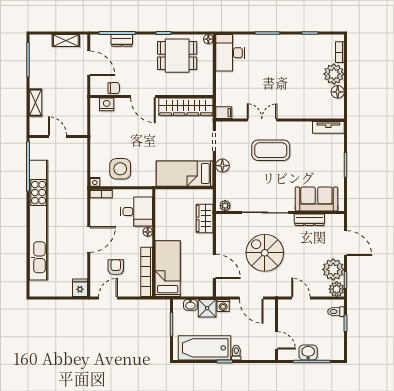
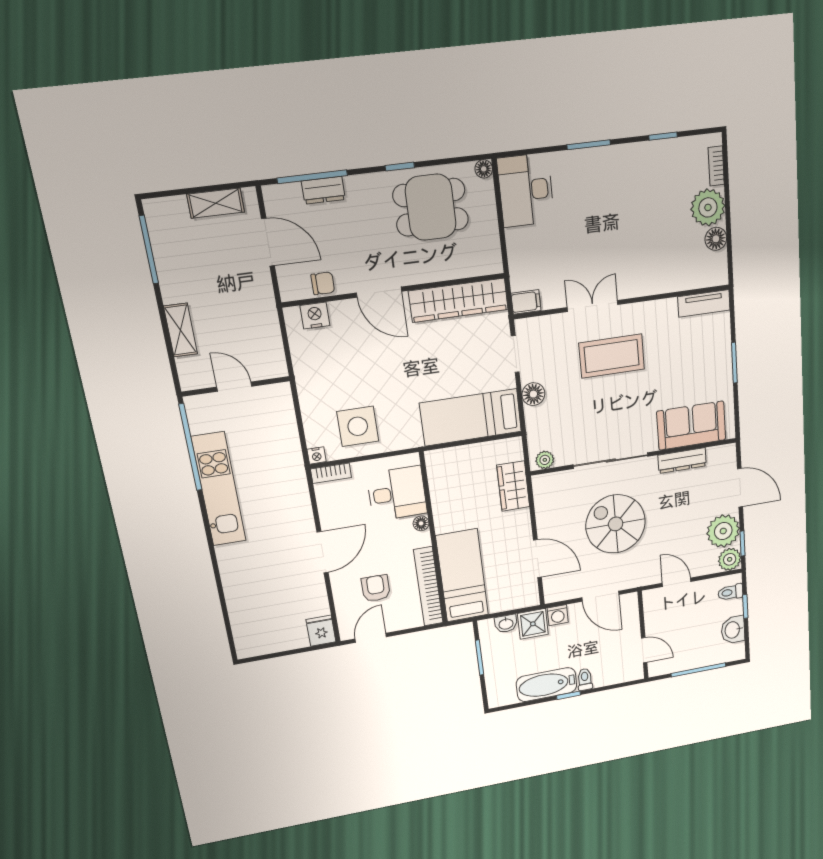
kitchen unit: (39, 220) -> (219, 489), width x0.54
bathtub: (204, 348) -> (547, 685), width x0.73, depth x0.73
washbasin: (308, 352) -> (733, 630), moved, turned -90

